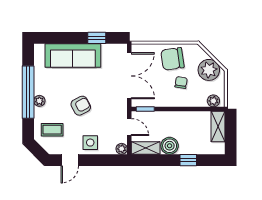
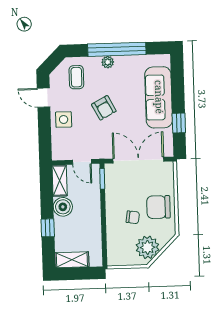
chair: (172, 59) -> (158, 207), turned -82
double door: (129, 76) -> (138, 160), swing flipped
plant: (213, 101) -> (114, 254), removed
door: (129, 127) -> (82, 162), hinge flipped
shelving: (218, 127) -> (72, 260), moved
plant: (122, 149) -> (58, 154), removed

